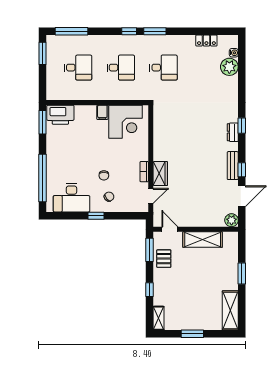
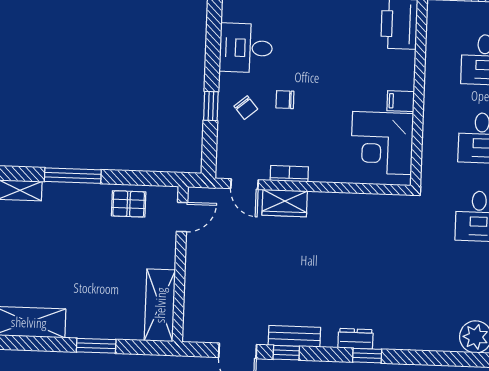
desk: (72, 198) -> (246, 48), width x0.73
window: (96, 216) -> (211, 106), moved
plant: (231, 220) -> (194, 330), removed
shelving: (203, 240) -> (160, 305), moved
window: (150, 250) -> (145, 178), removed
window: (150, 290) -> (73, 176), width x2.17

